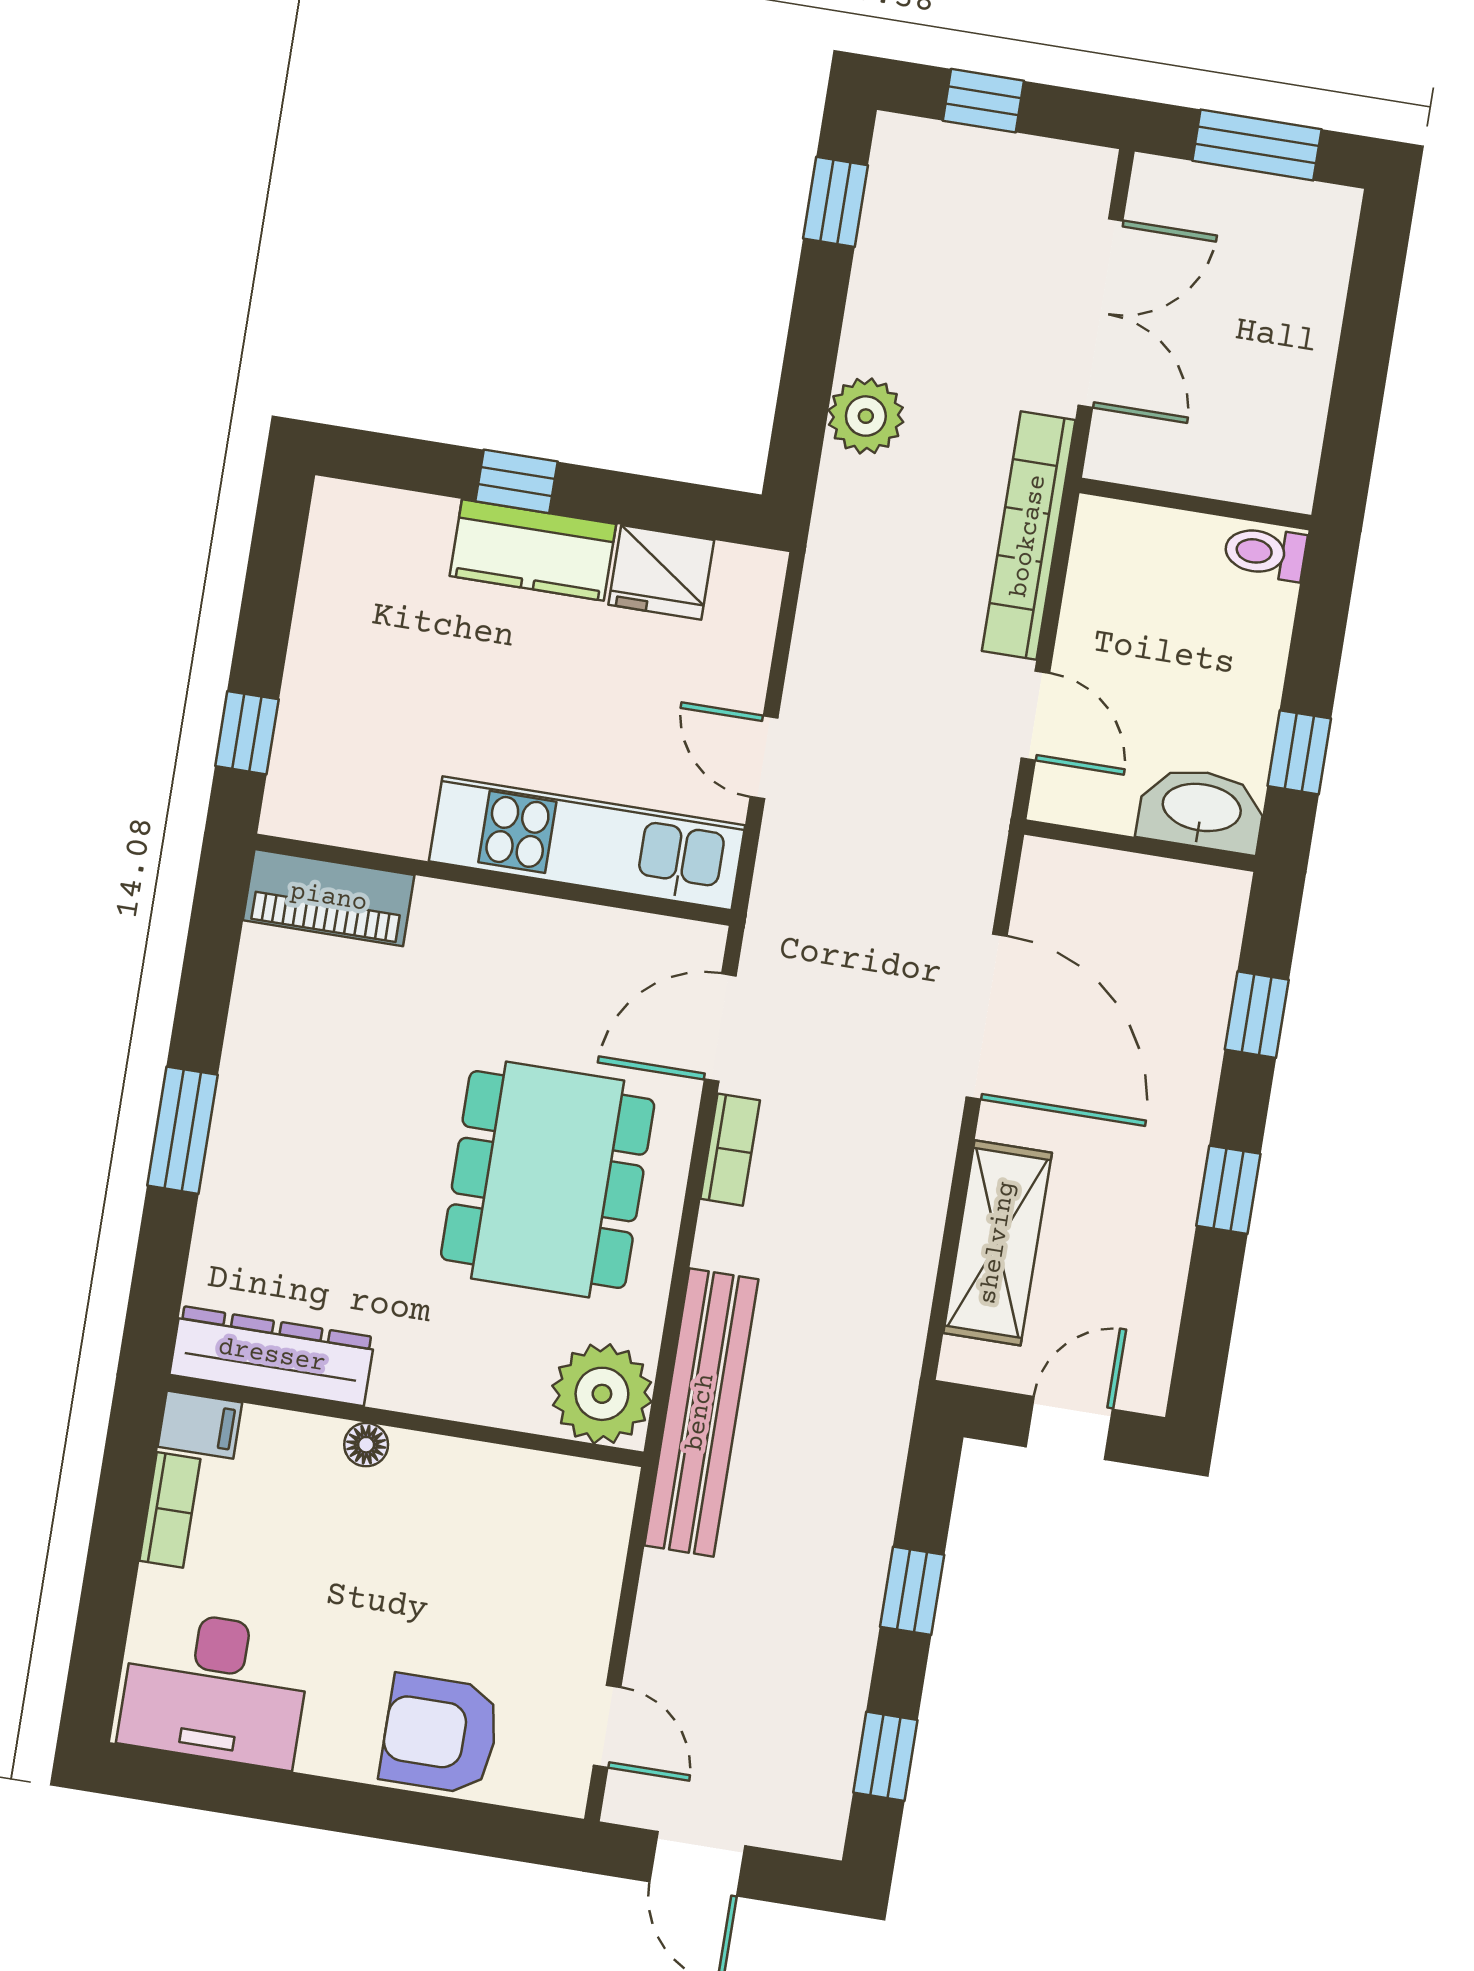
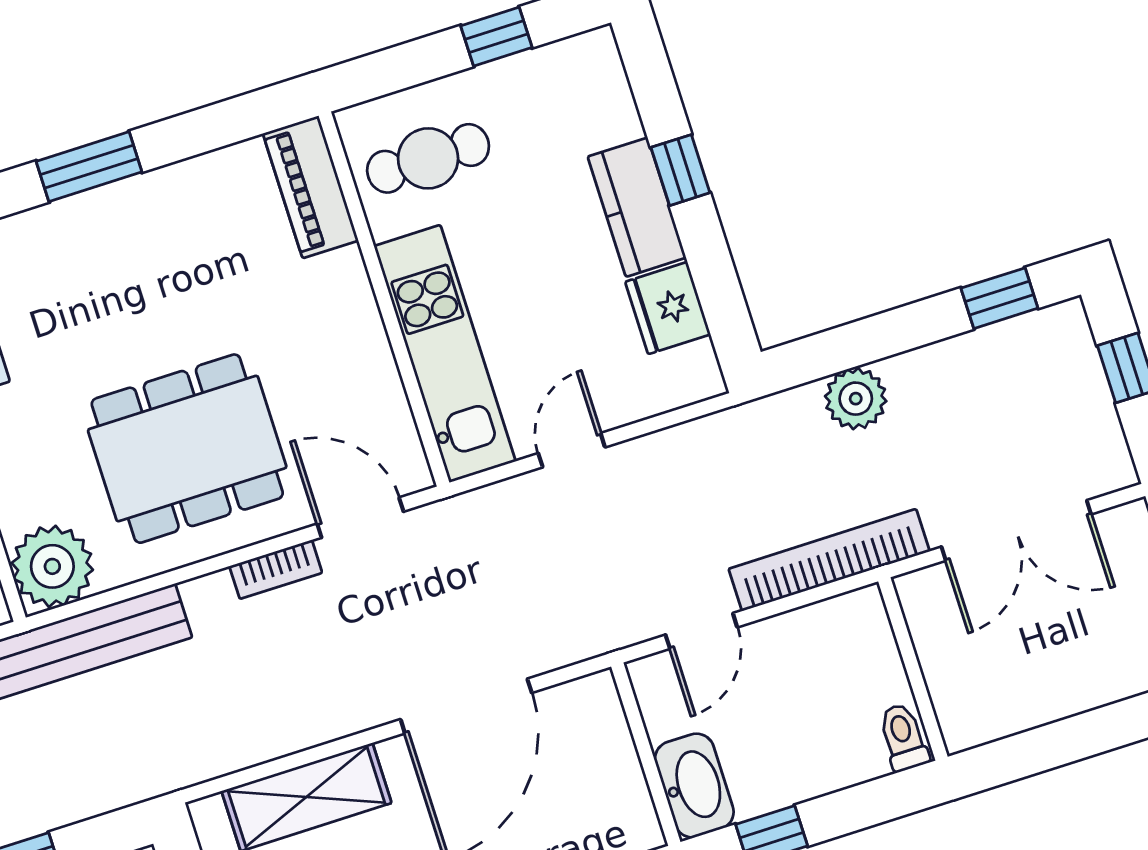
window: (247, 733) -> (496, 37), moved
cafe table: (363, 753) -> (428, 158), added

